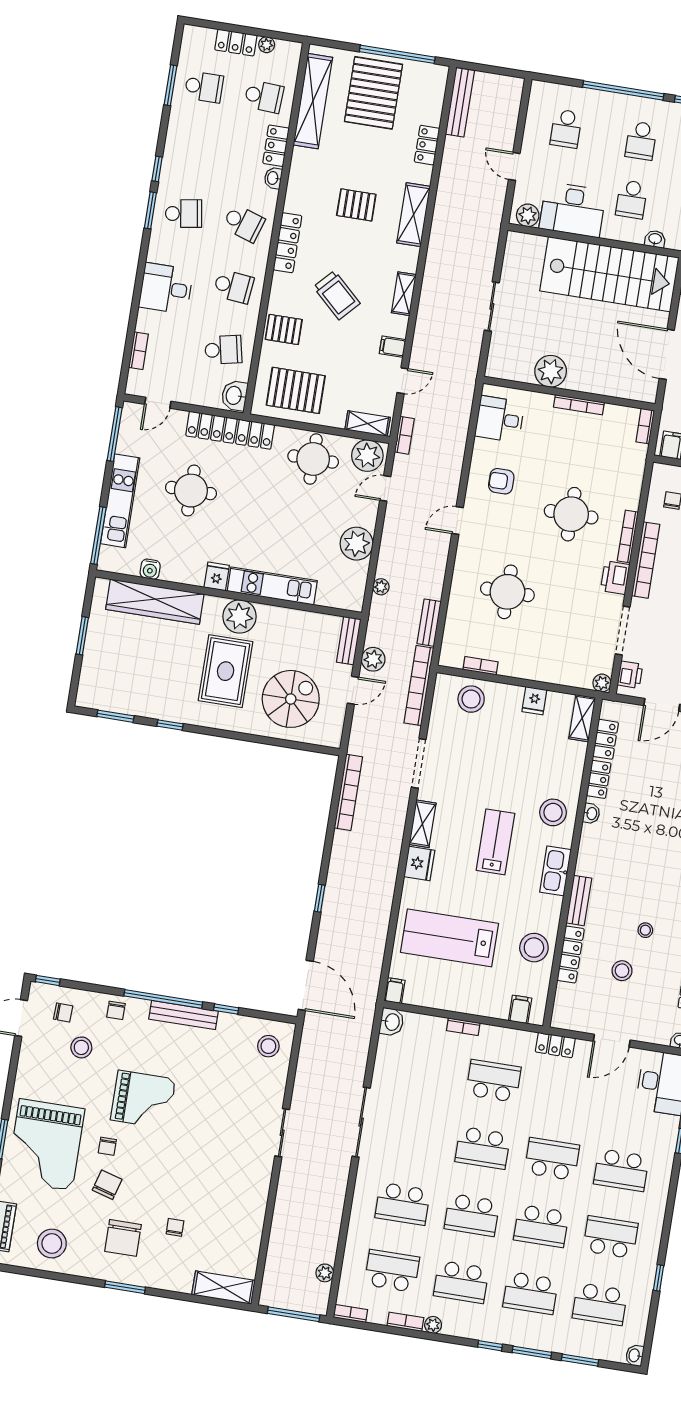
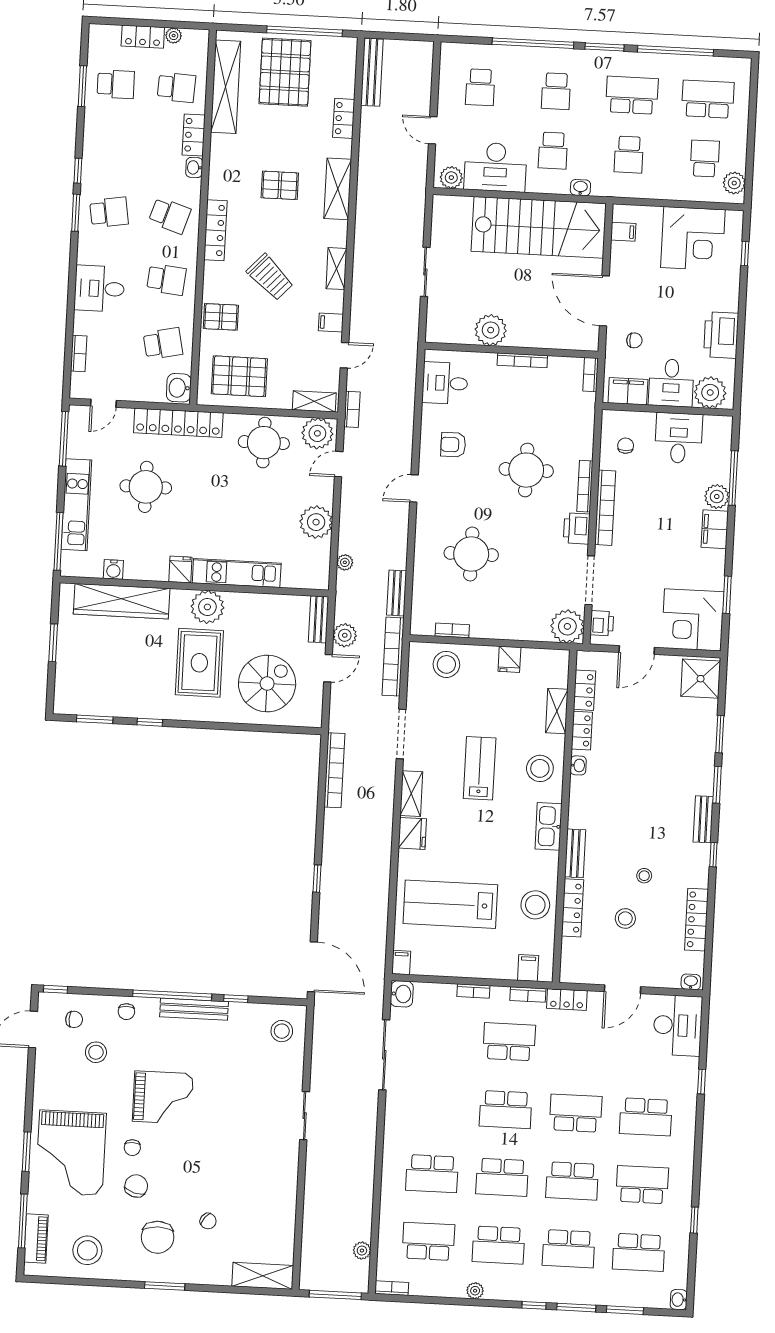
plant: (602, 683) -> (567, 626), width x1.88, depth x1.88
shelving: (582, 718) -> (557, 711), moved
lab bench: (495, 842) -> (480, 768), moved
sliding door: (361, 1122) -> (384, 1055), moved
chair: (175, 1227) -> (208, 1221), turned 128
bookcase: (405, 1322) -> (528, 994), moved, turned 180

